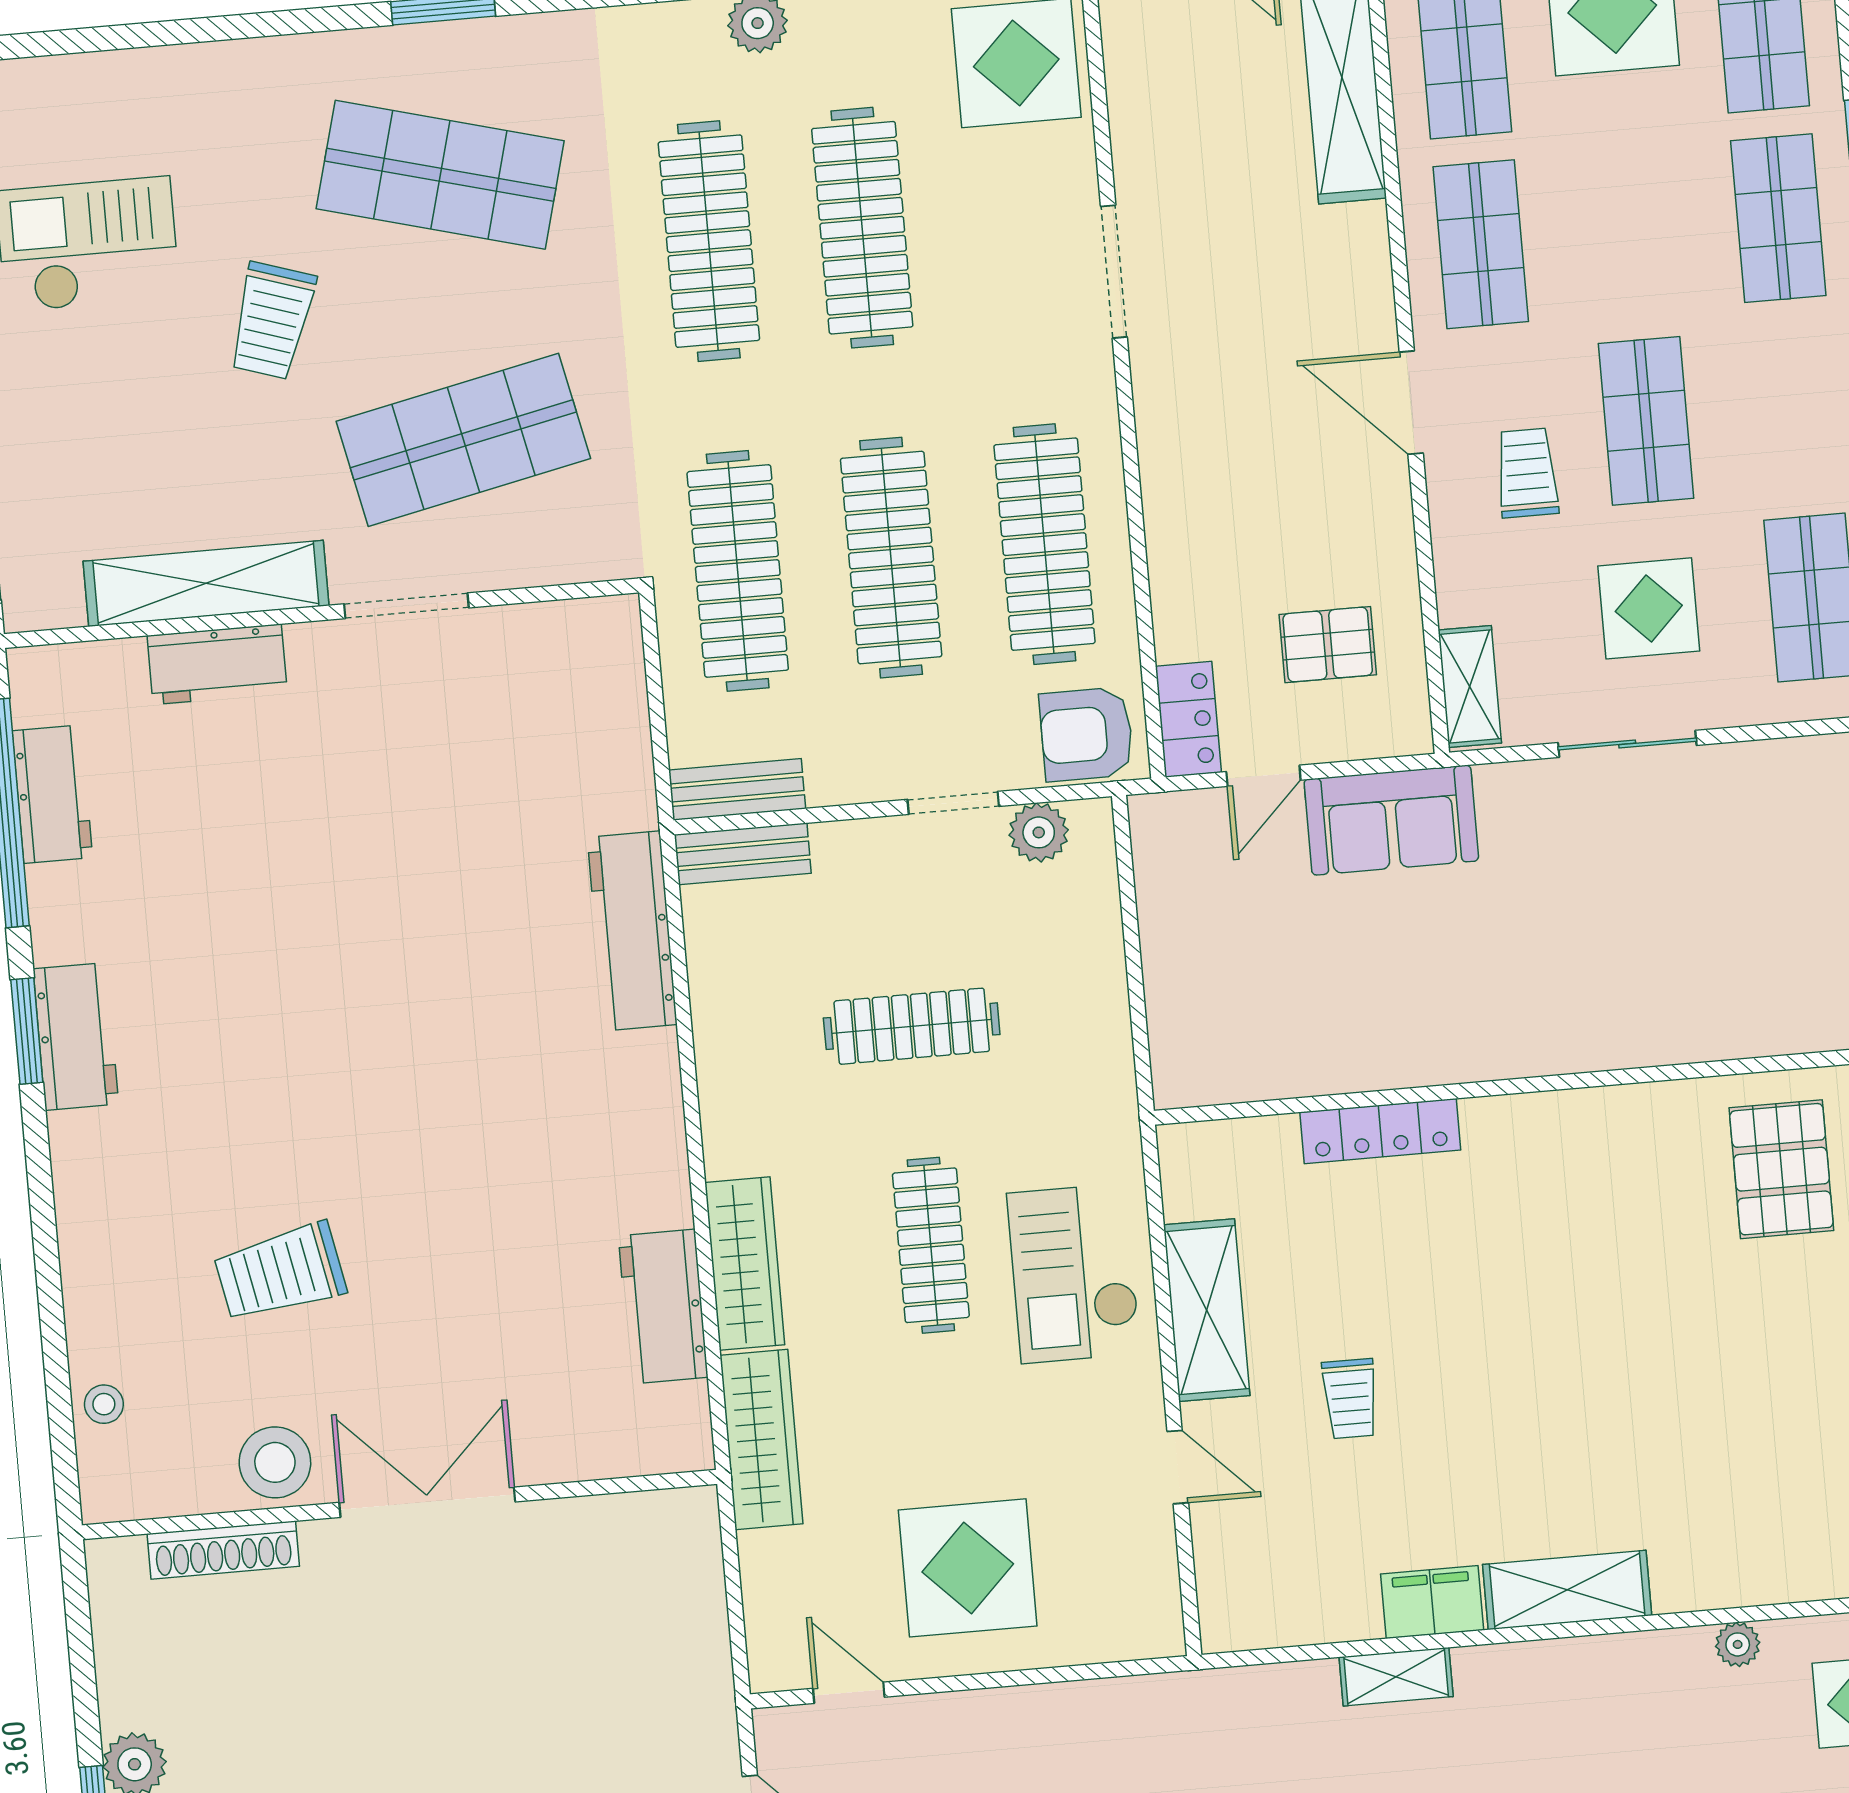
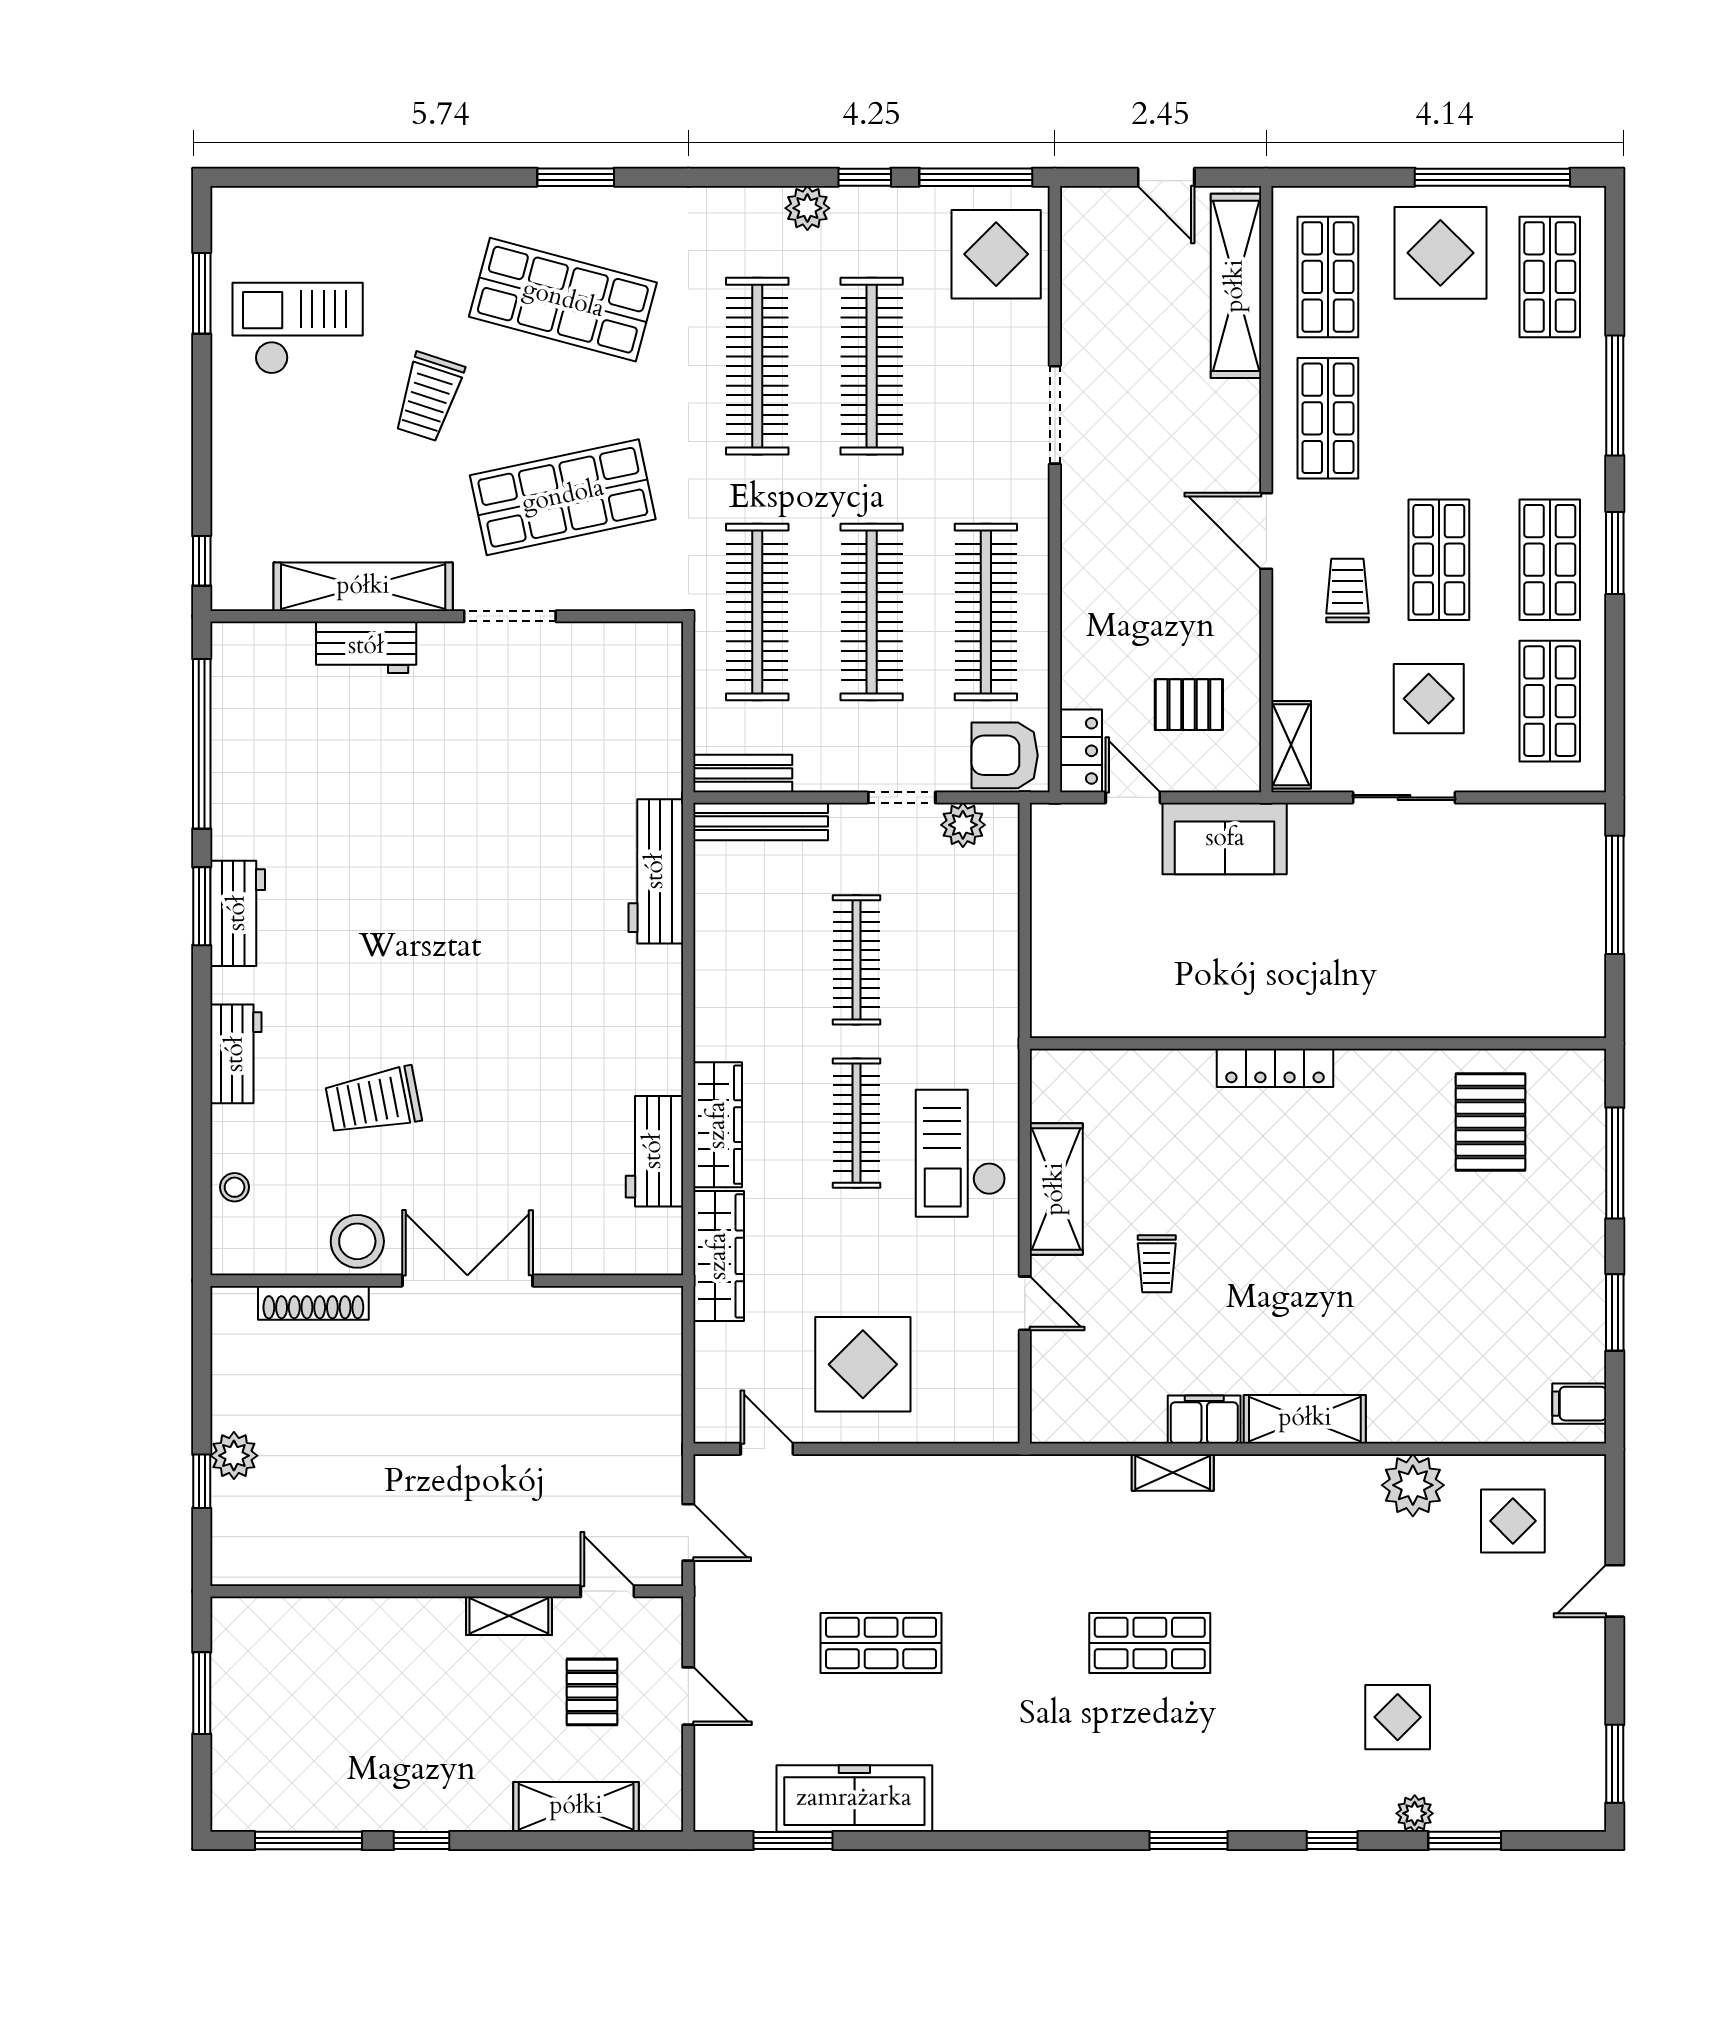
shop shelf: (1778, 218) -> (1550, 560), moved
door: (1263, 776) -> (1133, 797), swing flipped
workbench: (52, 794) -> (236, 1054), moved
bench: (743, 854) -> (761, 821), width x1.36
clothes rail: (912, 1026) -> (856, 960), turned 90
locker: (1380, 1131) -> (1275, 1068), moved
plant: (1738, 1644) -> (1413, 1485), width x1.87, depth x1.87

